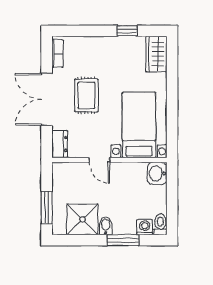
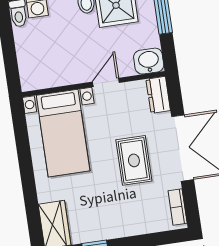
door: (99, 160) -> (106, 82), hinge flipped
washbasin: (157, 173) -> (149, 61), moved, turned -90

